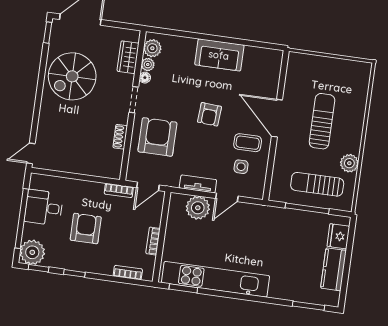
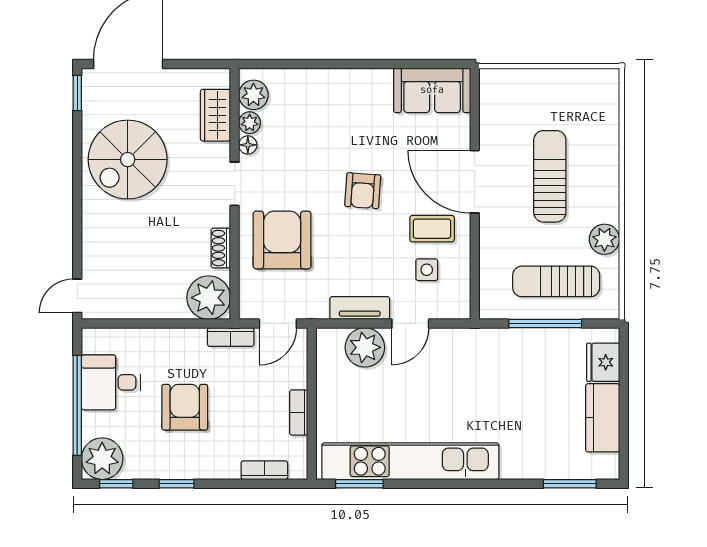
sofa: (219, 55) -> (432, 90), moved
plant: (109, 165) -> (209, 298), added

